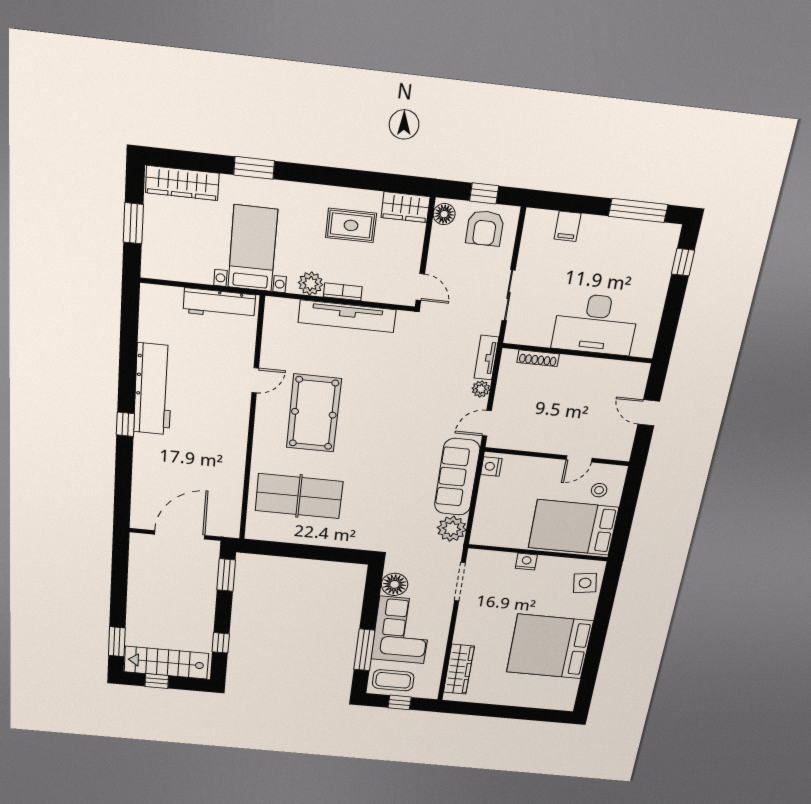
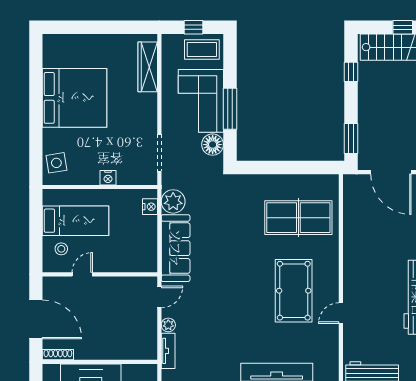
shoe rack: (538, 358) -> (58, 355), moved
door: (649, 413) -> (36, 319), width x1.88
nightstand: (491, 466) -> (150, 207), moved
bed: (573, 527) -> (76, 221), width x0.67
door: (180, 535) -> (391, 172), hinge flipped
window: (364, 650) -> (230, 109), moved

